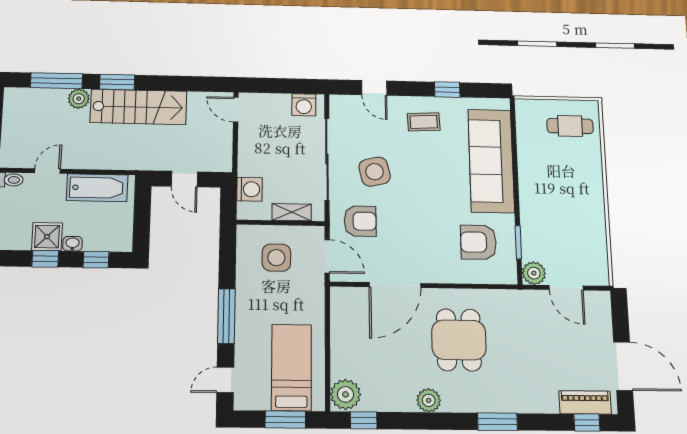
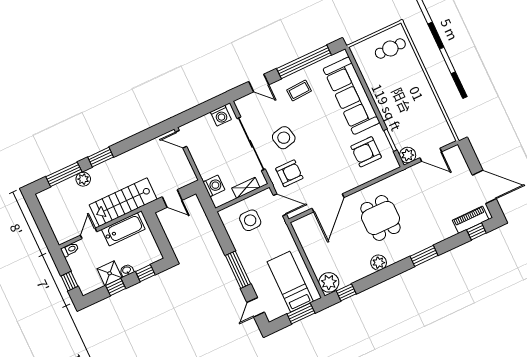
window: (447, 90) -> (304, 62), width x3.17
stairs: (139, 107) -> (123, 202), moved, turned 180

